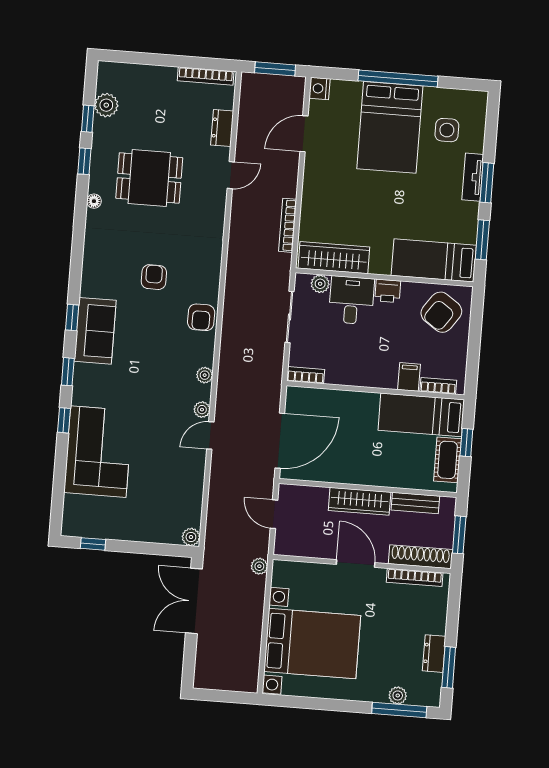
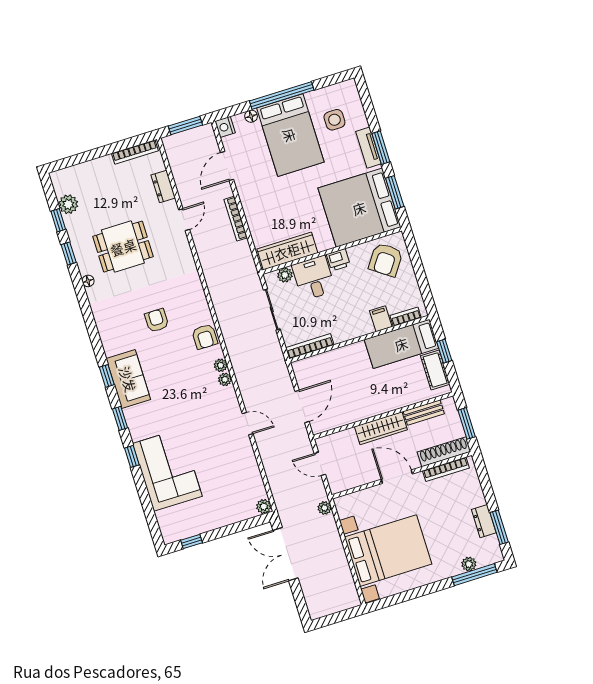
floor lamp: (354, 88) -> (251, 116), added
bookcase: (288, 225) -> (236, 219), moved
bed: (434, 260) -> (359, 208), width x2.04
bookcase: (306, 375) -> (310, 346), width x1.56
plant: (202, 410) -> (221, 365), moved
door: (210, 436) -> (248, 424), swing flipped
door: (280, 441) -> (302, 406), width x0.73

